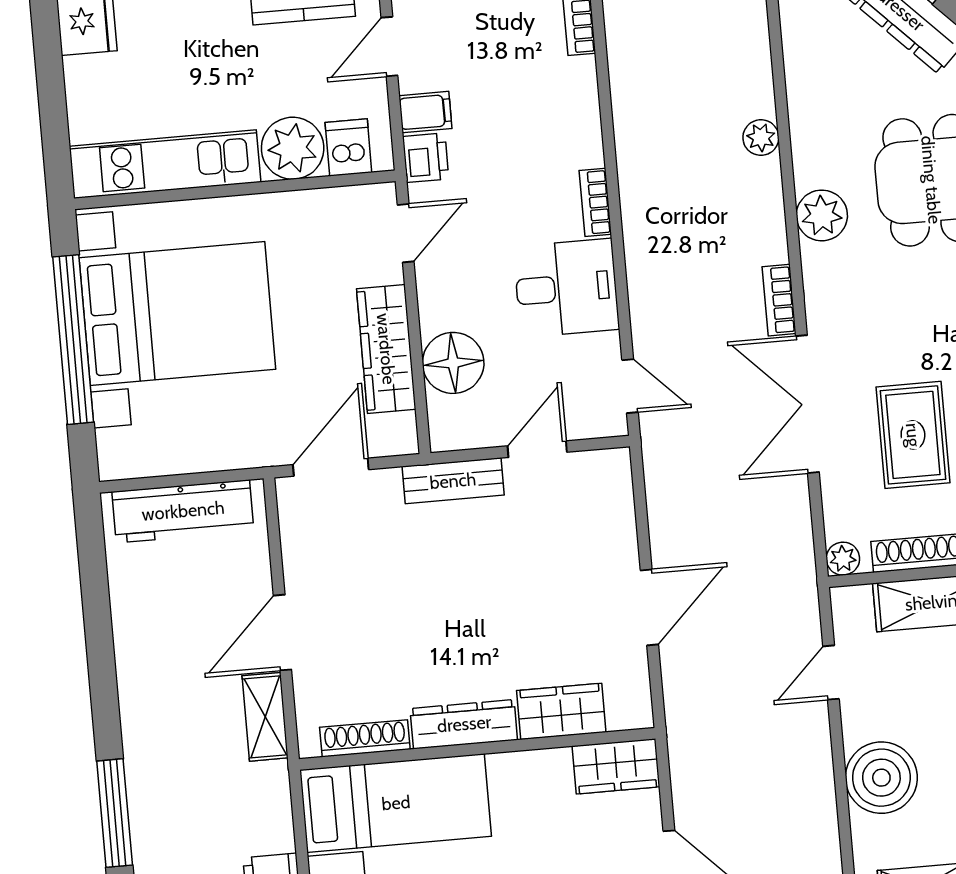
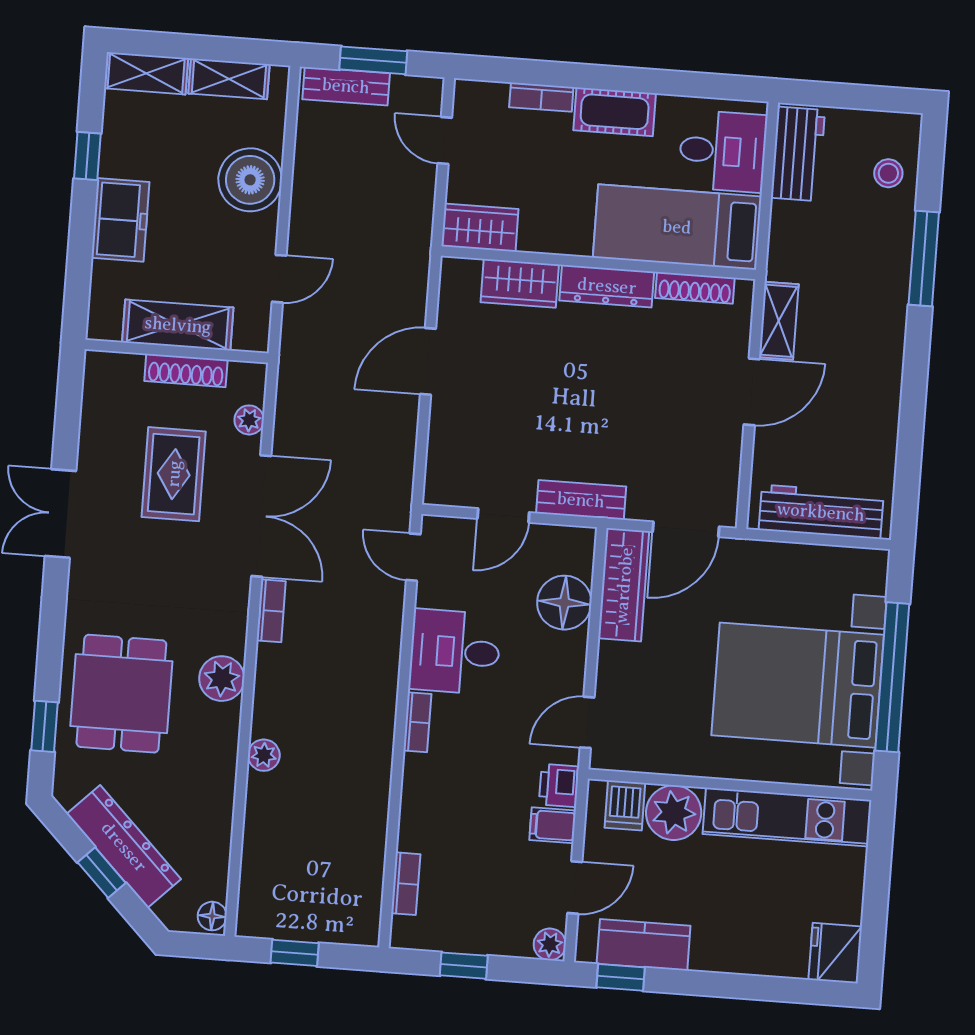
wardrobe: (386, 349) -> (624, 585), moved
plant: (843, 559) -> (249, 420), moved

